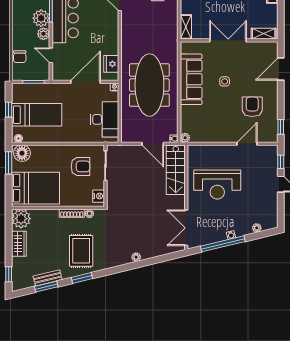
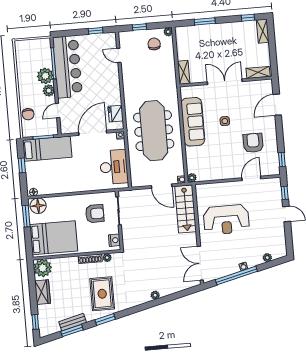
door: (51, 55) -> (58, 111), hinge flipped
bed: (37, 115) -> (47, 149), moved

